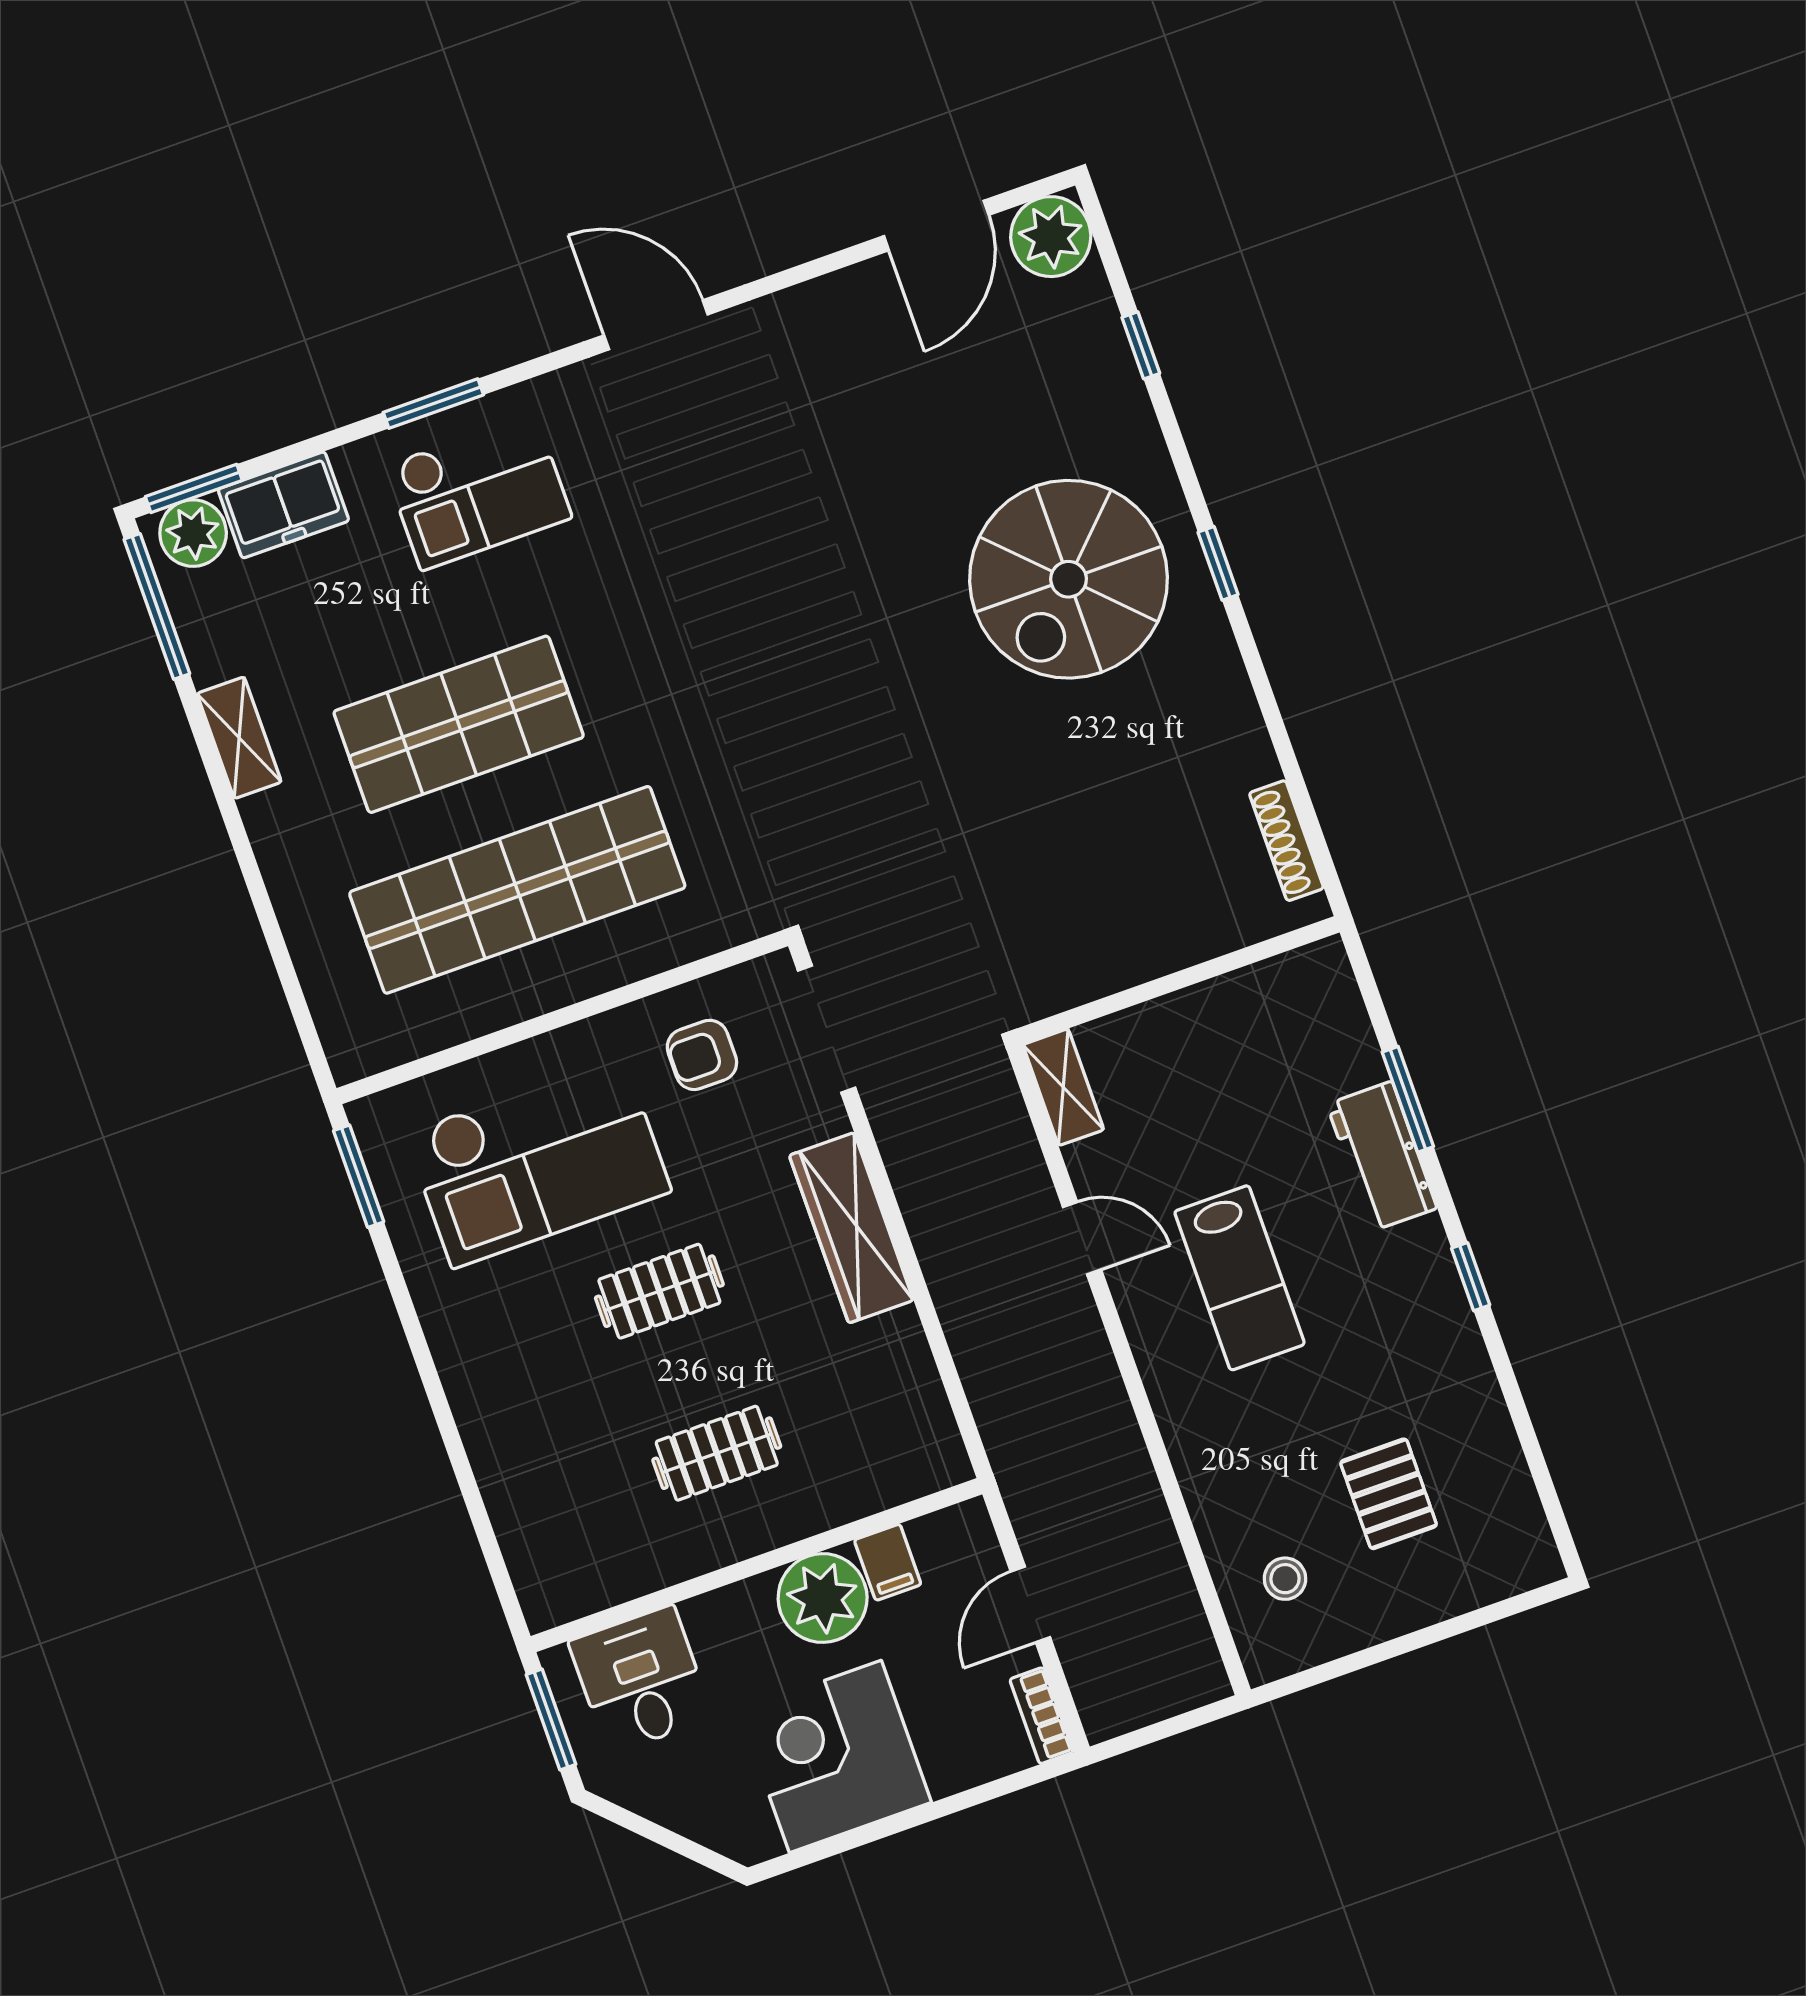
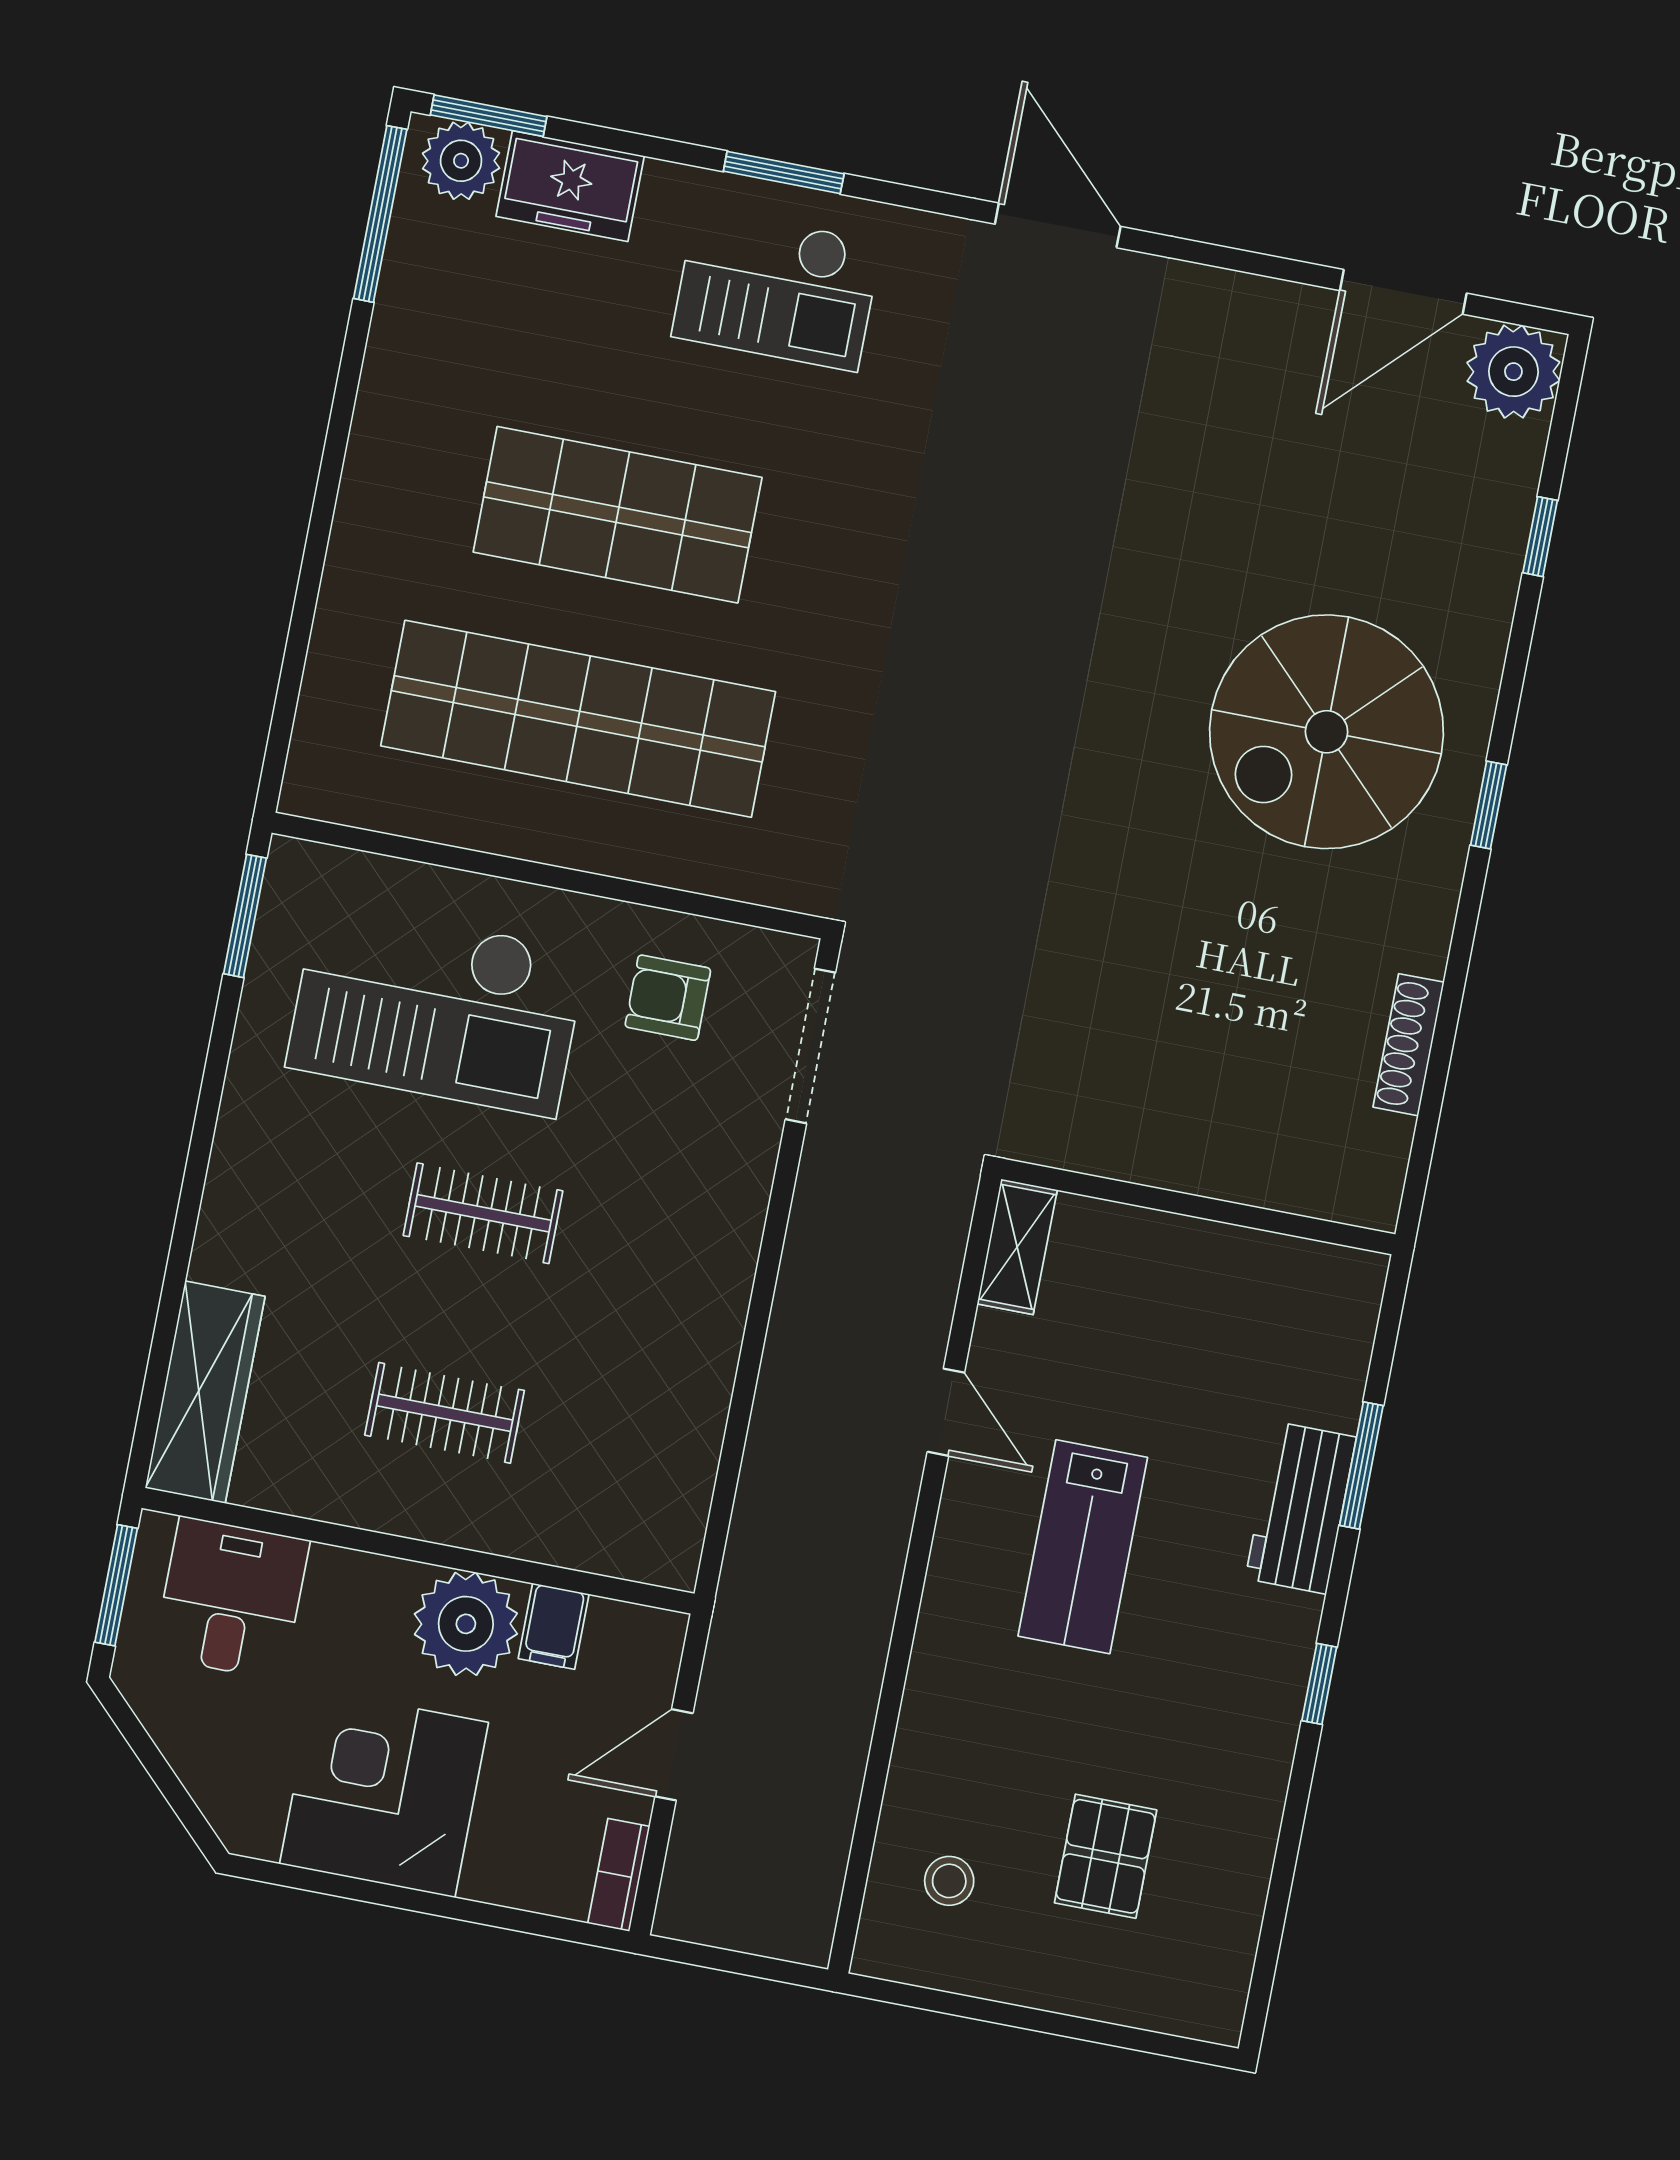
shelving: (239, 738) -> (386, 397), removed
shoe rack: (1286, 841) -> (1409, 1045), moved
wardrobe: (851, 1228) -> (205, 1392), moved, turned 180

